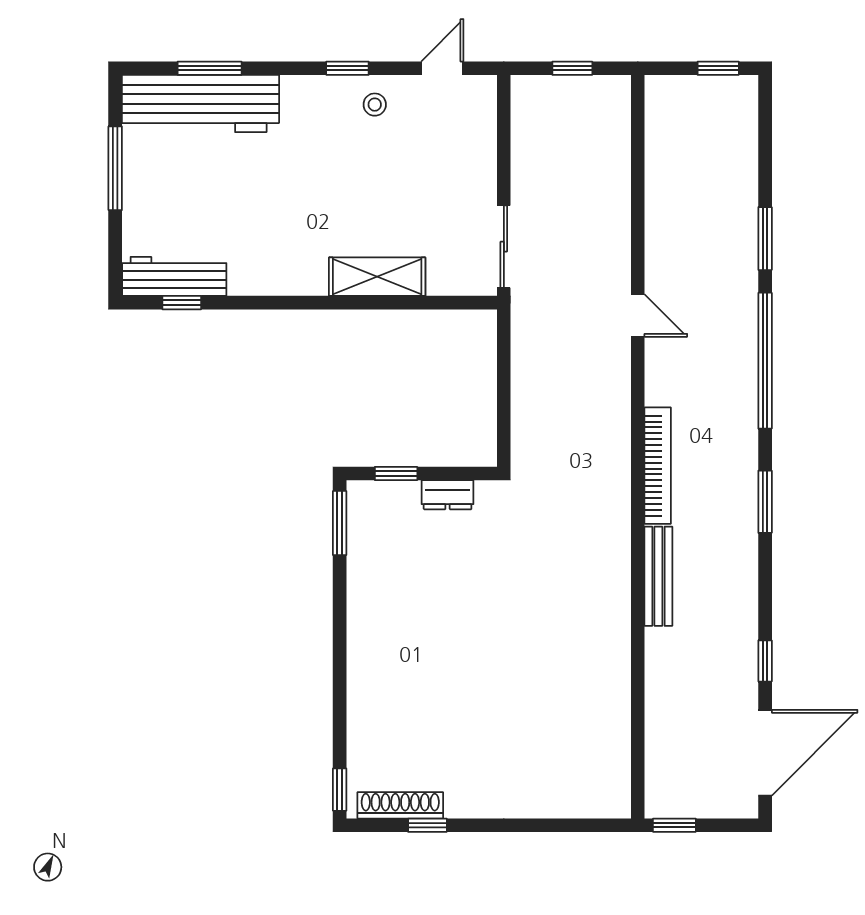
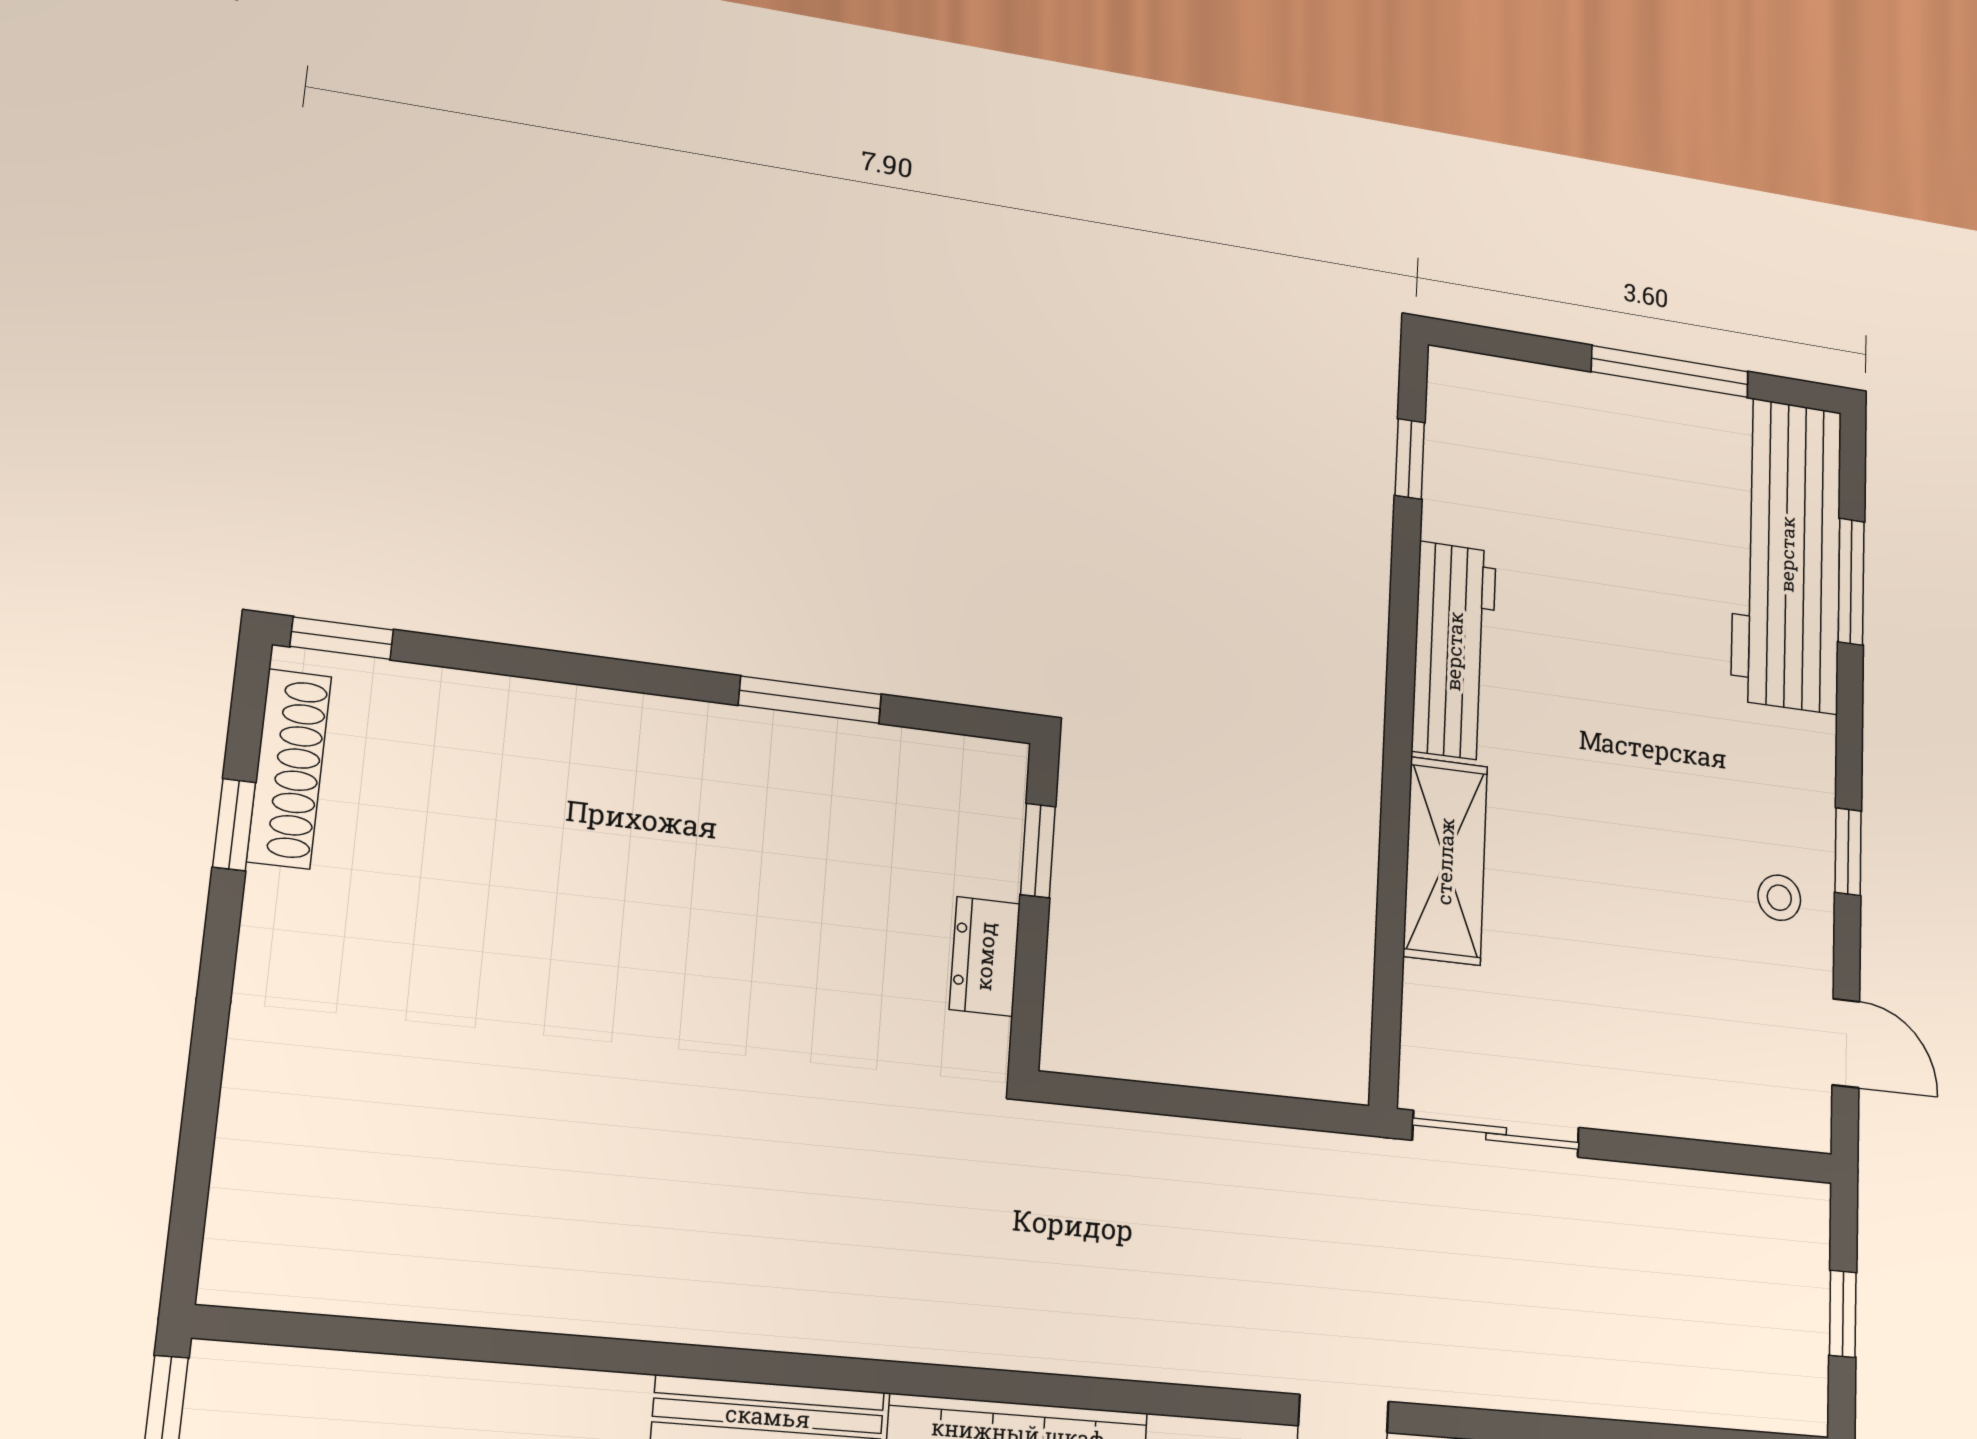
workbench: (174, 276) -> (1454, 651), moved
window: (340, 523) -> (810, 700), moved

